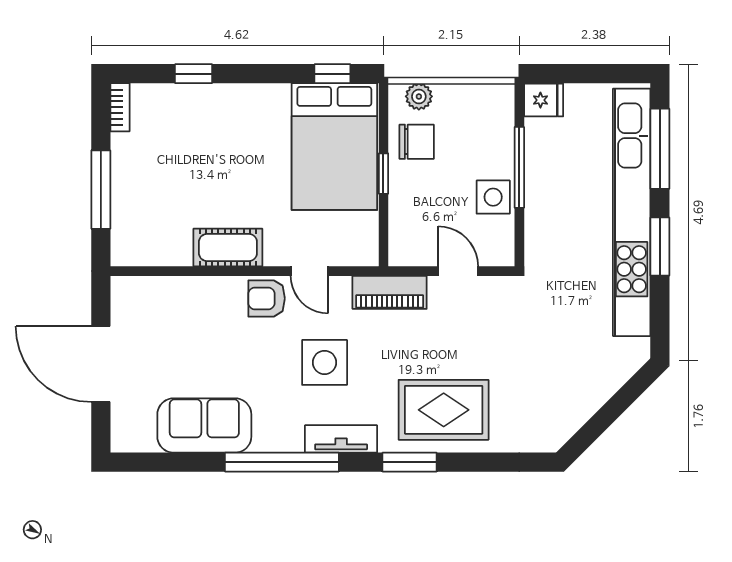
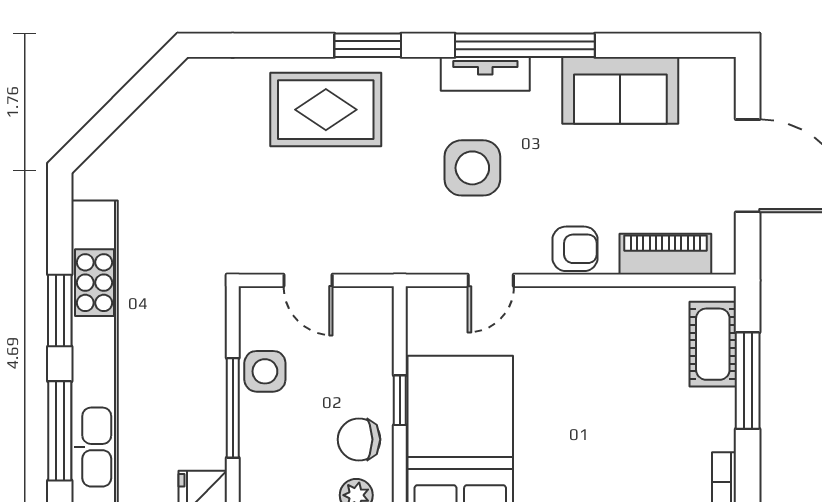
cot: (228, 248) -> (713, 344), moved, turned 90
door: (310, 271) -> (491, 280), swing flipped
piano: (390, 292) -> (665, 254), moved
armchair: (267, 298) -> (575, 249), moved
tv unit: (341, 439) -> (485, 74), moved

